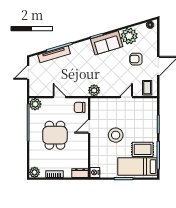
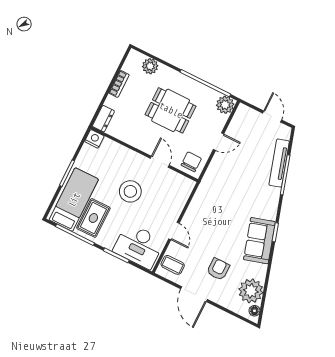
plant: (129, 36) -> (251, 291), moved
plant: (94, 90) -> (204, 193), removed
desk: (146, 114) -> (139, 246), added
plant: (35, 172) -> (150, 66), moved

